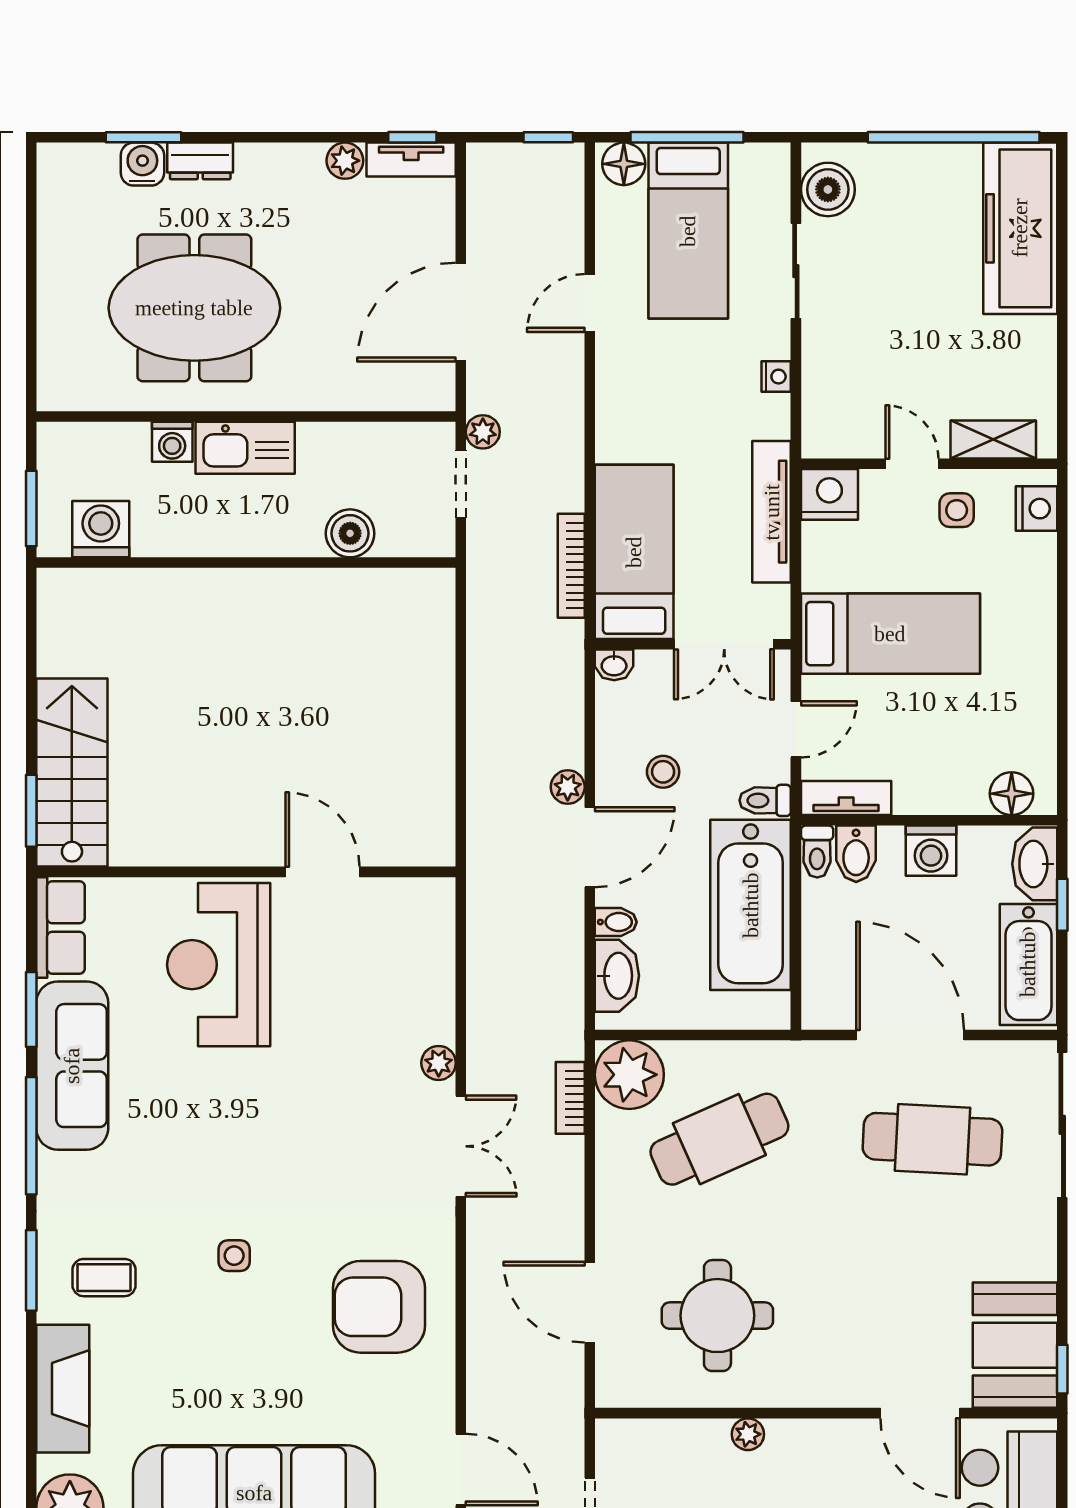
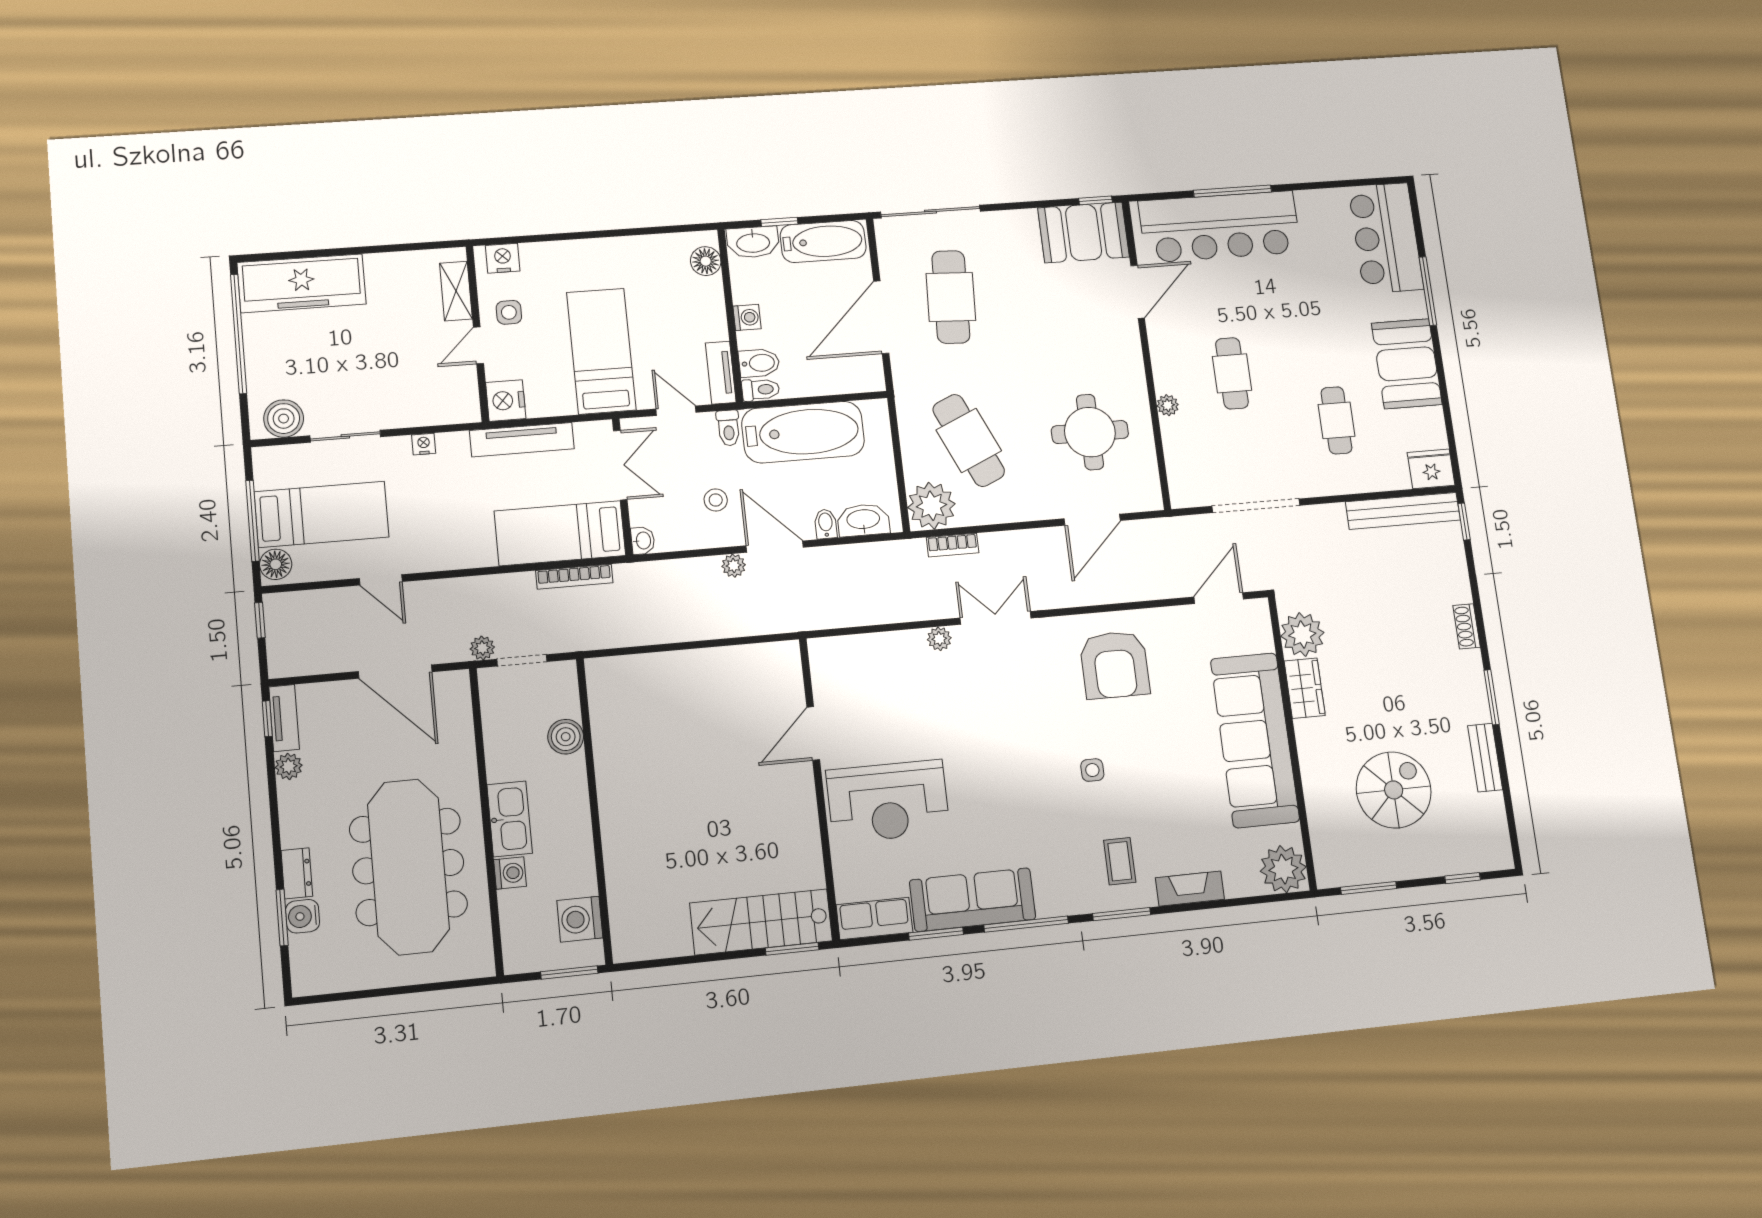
meeting table: (194, 308) -> (408, 867), width x1.36
washing machine: (931, 851) -> (747, 317), width x0.73, depth x0.73
fireplace: (63, 1389) -> (1190, 889), width x0.73, depth x0.76

